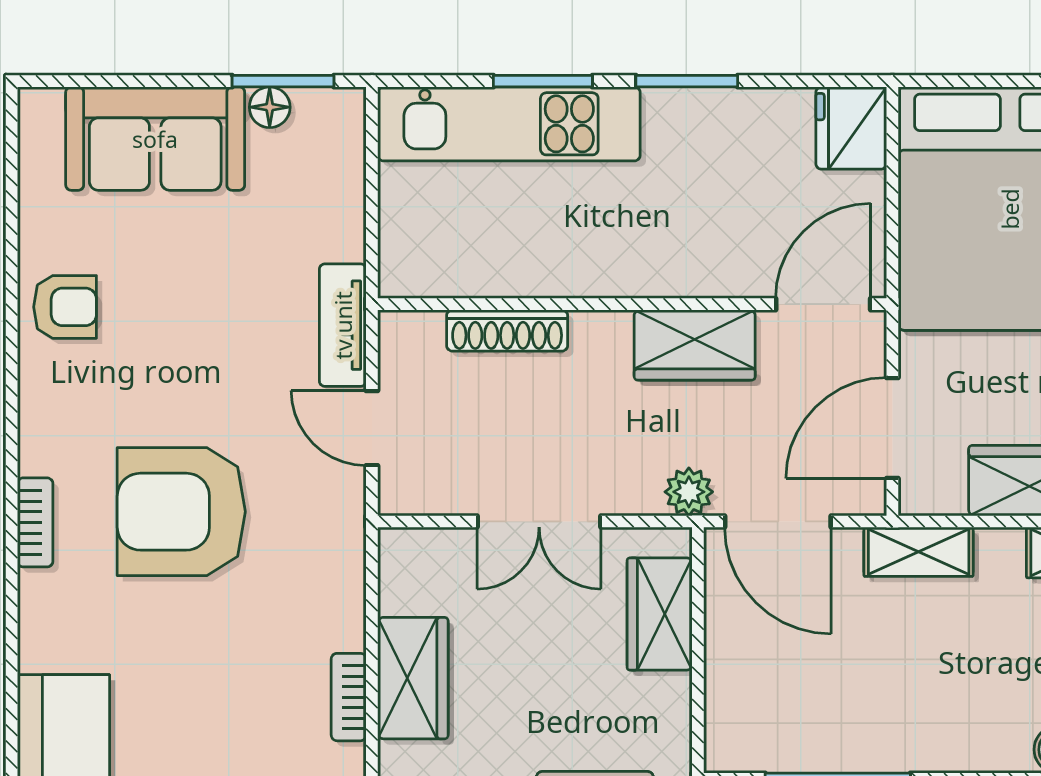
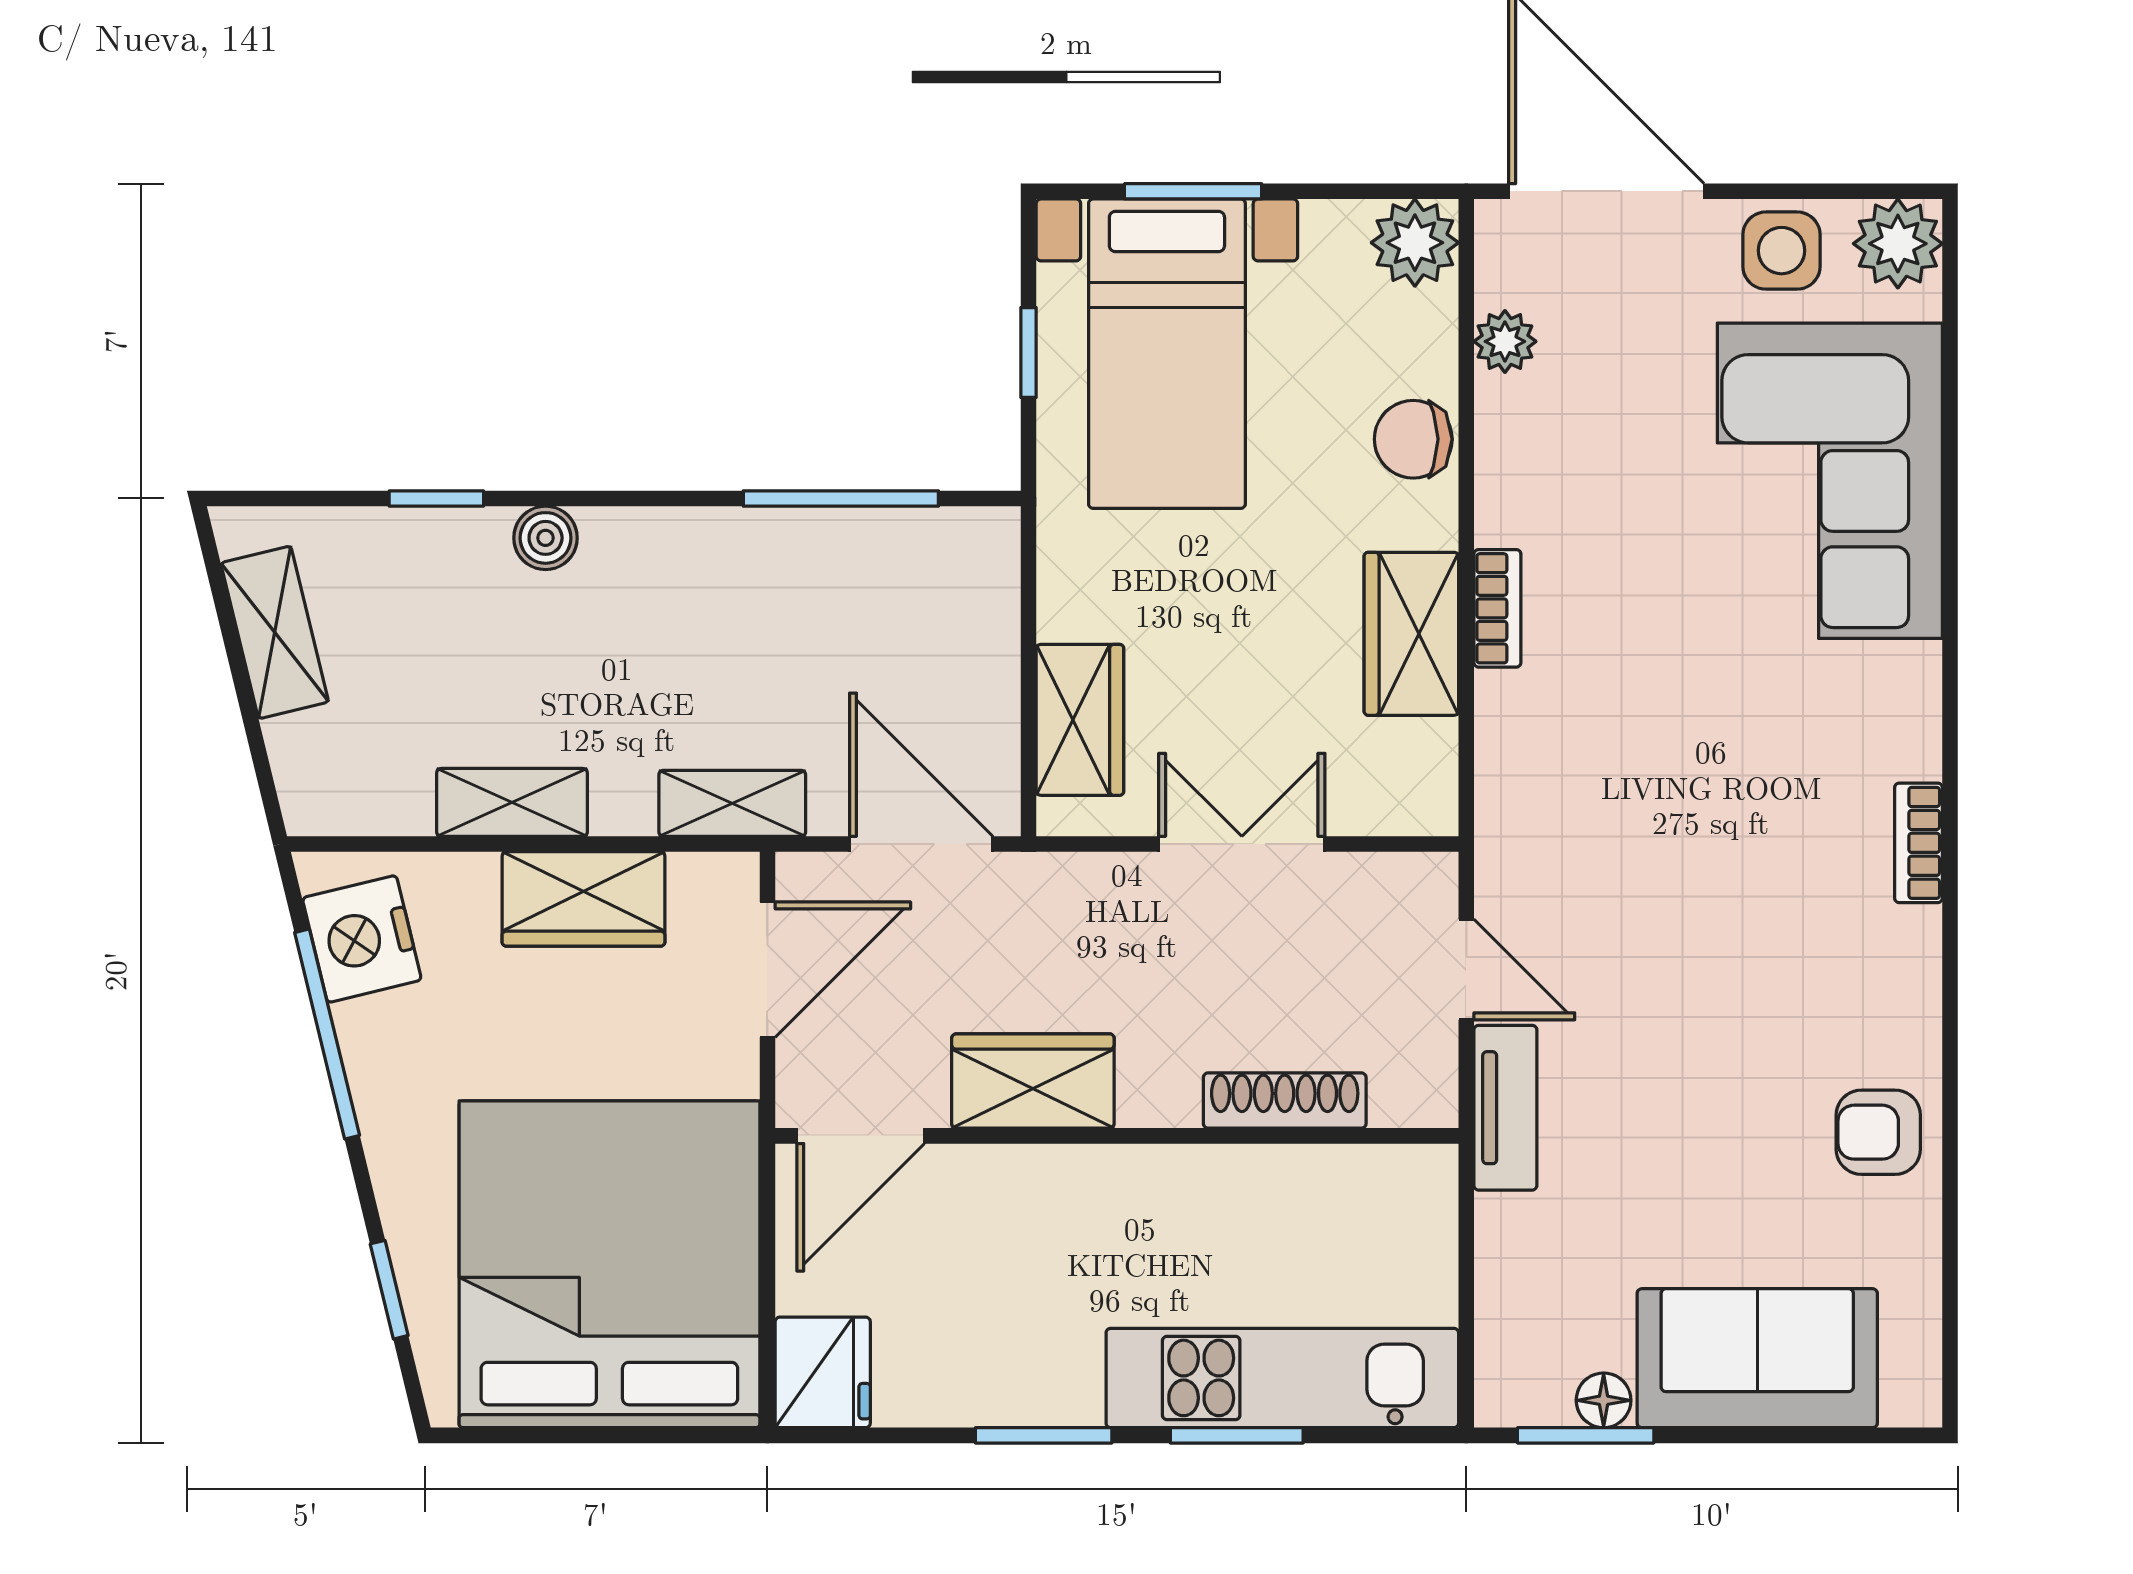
plant: (689, 492) -> (1041, 884), removed
armchair: (181, 512) -> (1722, 857), removed

